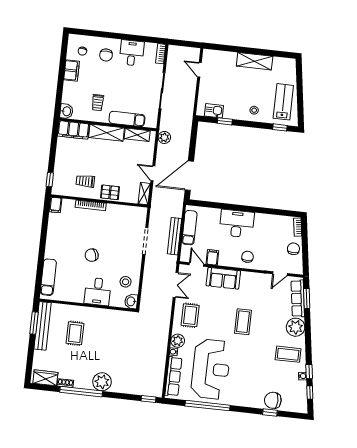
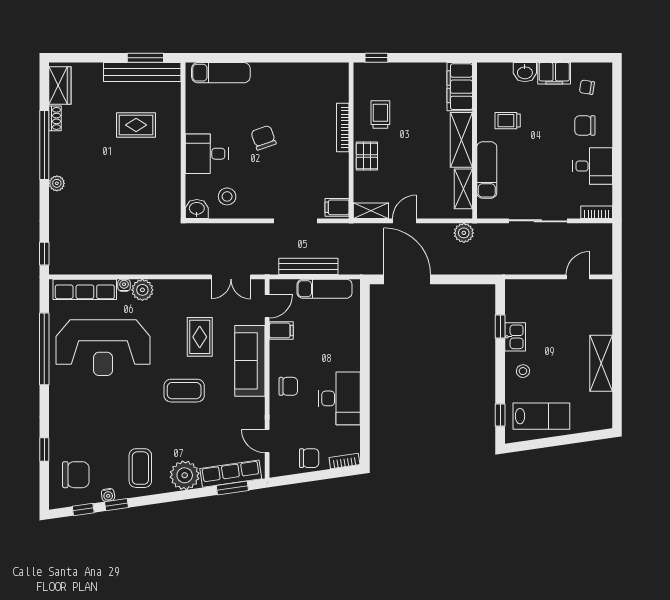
washbasin: (66, 111) -> (525, 72), moved
kitchen sink: (214, 111) -> (515, 337), moved
filing cabinet: (56, 205) -> (337, 207), moved
desk: (237, 224) -> (339, 398), moved
sofa: (223, 278) -> (250, 361), width x1.36
rug: (190, 315) -> (200, 337), moved, turned 90
plant: (102, 382) -> (57, 183), width x0.53, depth x0.53
chair: (273, 400) -> (76, 475), moved, turned 90

